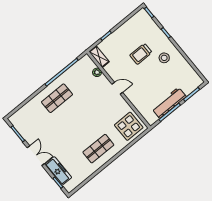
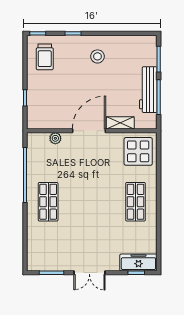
trolley: (141, 54) -> (45, 57), moved
shelving: (99, 57) -> (120, 123), moved
door: (117, 88) -> (89, 131), width x1.88
double door: (36, 156) -> (89, 273), swing flipped
freezer: (58, 171) -> (138, 262), moved

